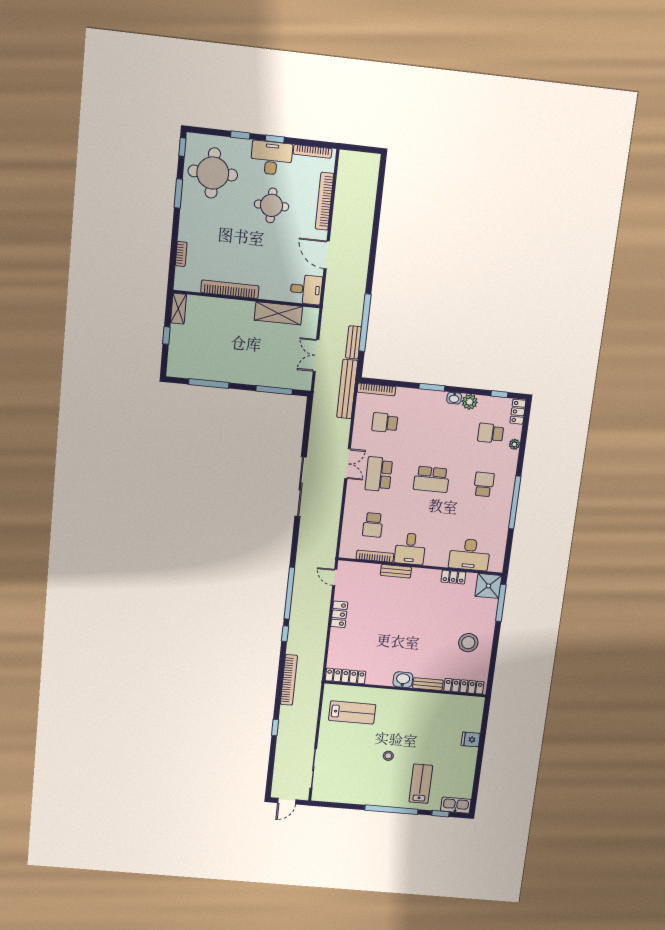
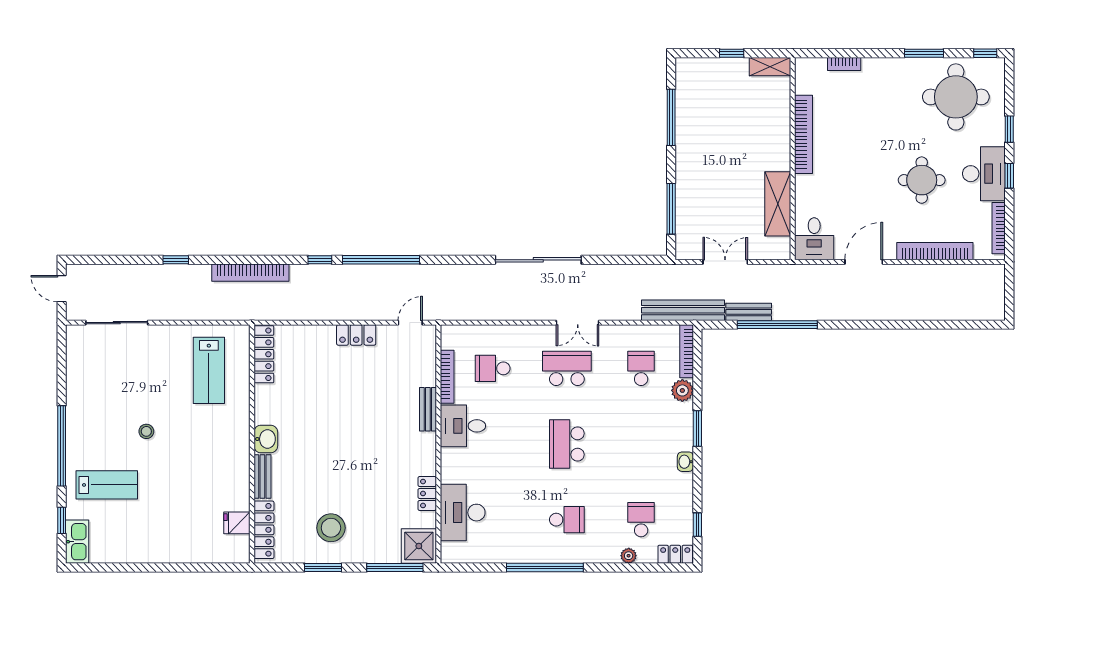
plant: (470, 402) -> (682, 390), moved
window: (494, 650) -> (323, 568), added
fridge: (471, 739) -> (237, 523), moved, turned -90

